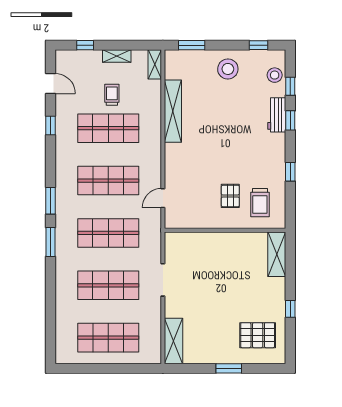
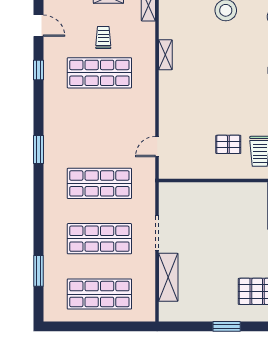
shelving: (173, 111) -> (165, 55), width x0.45, depth x0.75
shop shelf: (108, 181) -> (99, 128), removed
pallet: (230, 196) -> (228, 144), turned 90
window: (50, 242) -> (38, 271), moved
shelving: (173, 341) -> (168, 277), moved

